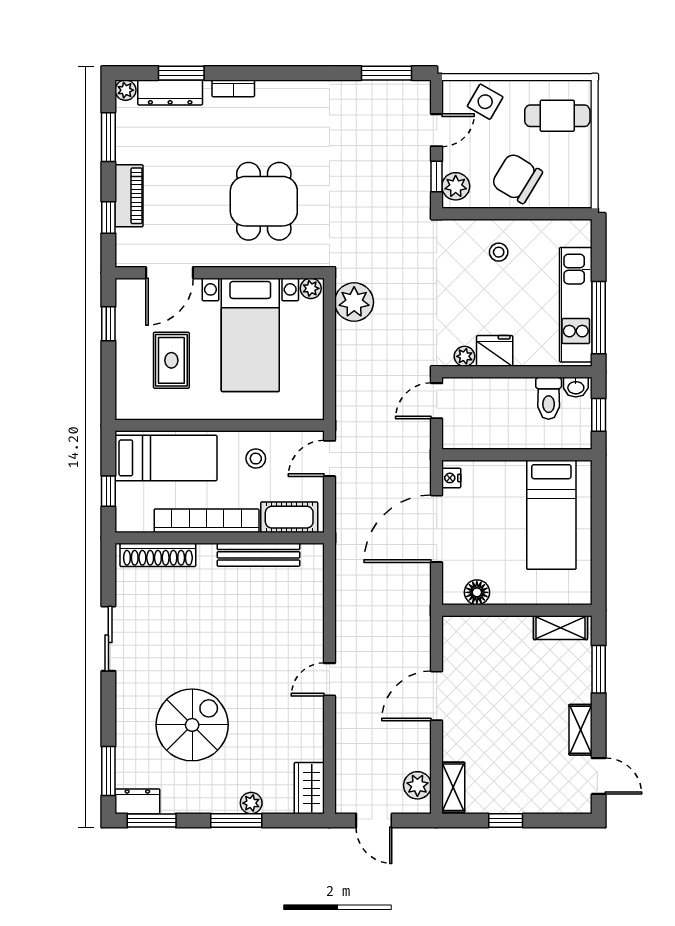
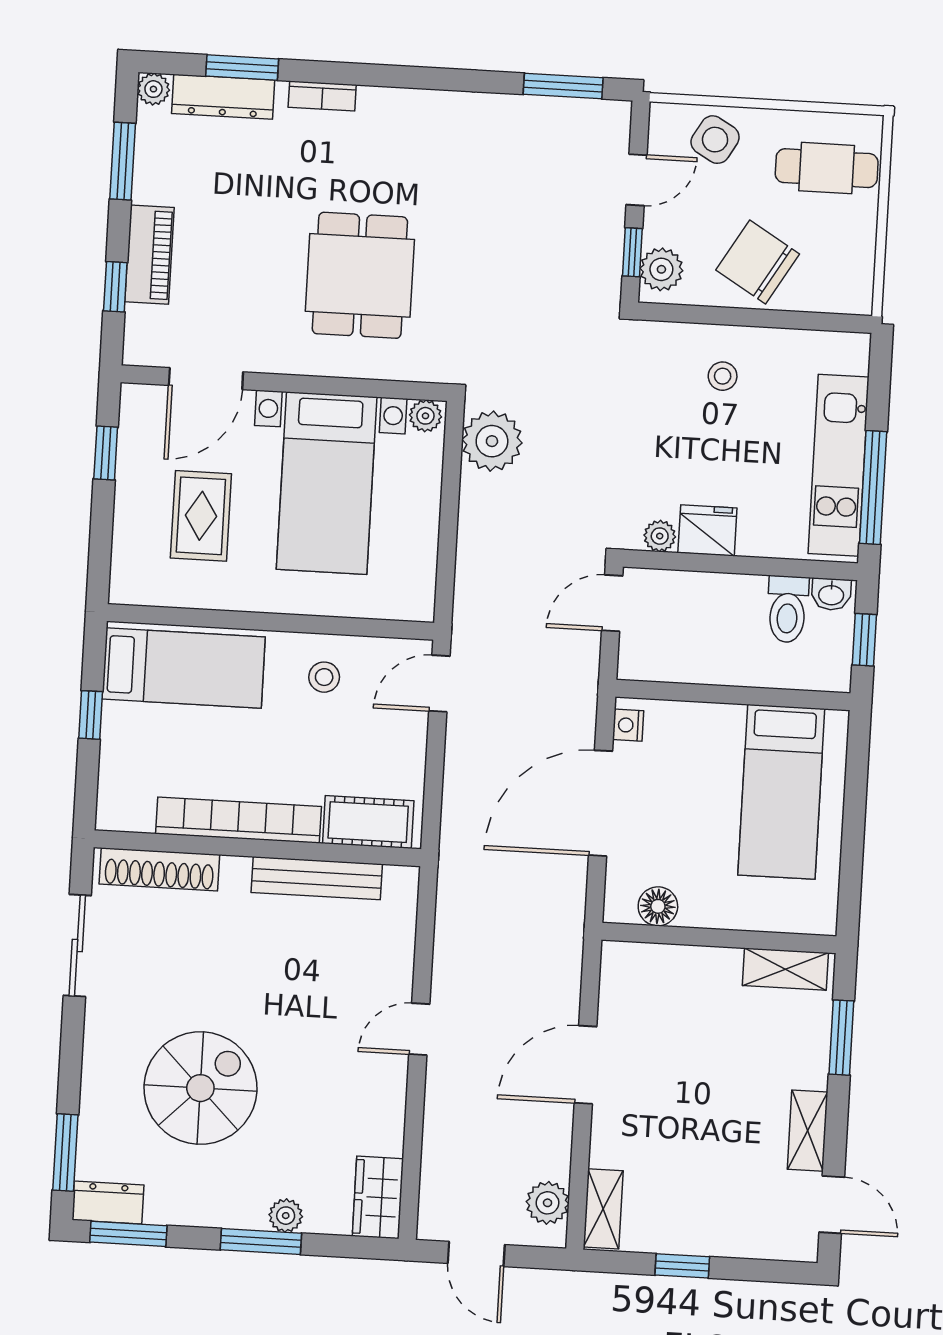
cot: (289, 517) -> (368, 822), moved
bookcase: (207, 521) -> (239, 820), moved
wall: (220, 538) -> (257, 848), moved
shoe rack: (158, 555) -> (159, 869), moved
bench: (258, 555) -> (317, 878), moved

